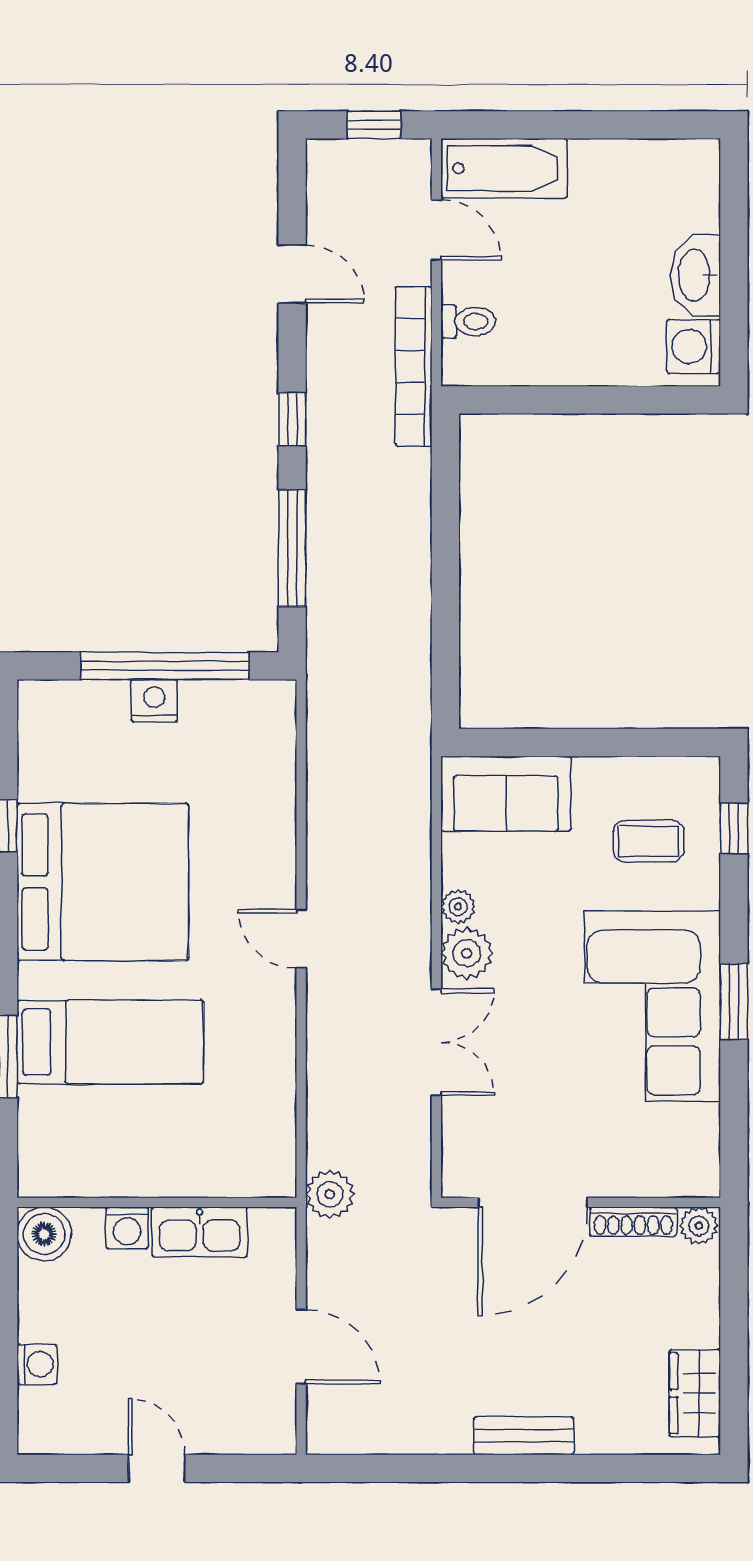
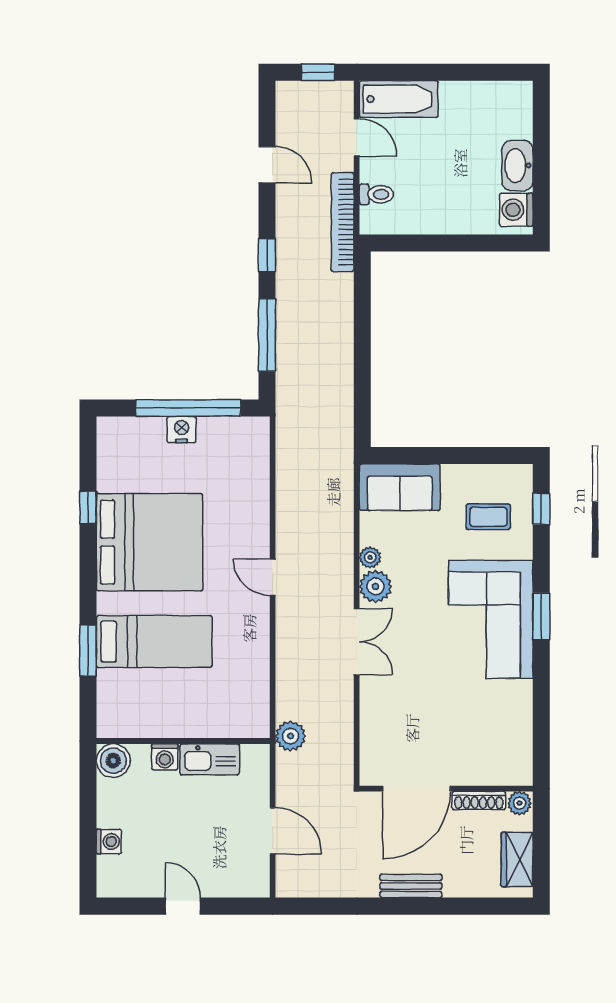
door: (533, 1202) -> (416, 789), moved
wall: (581, 1202) -> (446, 789), moved
shoe rack: (633, 1222) -> (479, 801), moved
plant: (699, 1226) -> (520, 803), moved

